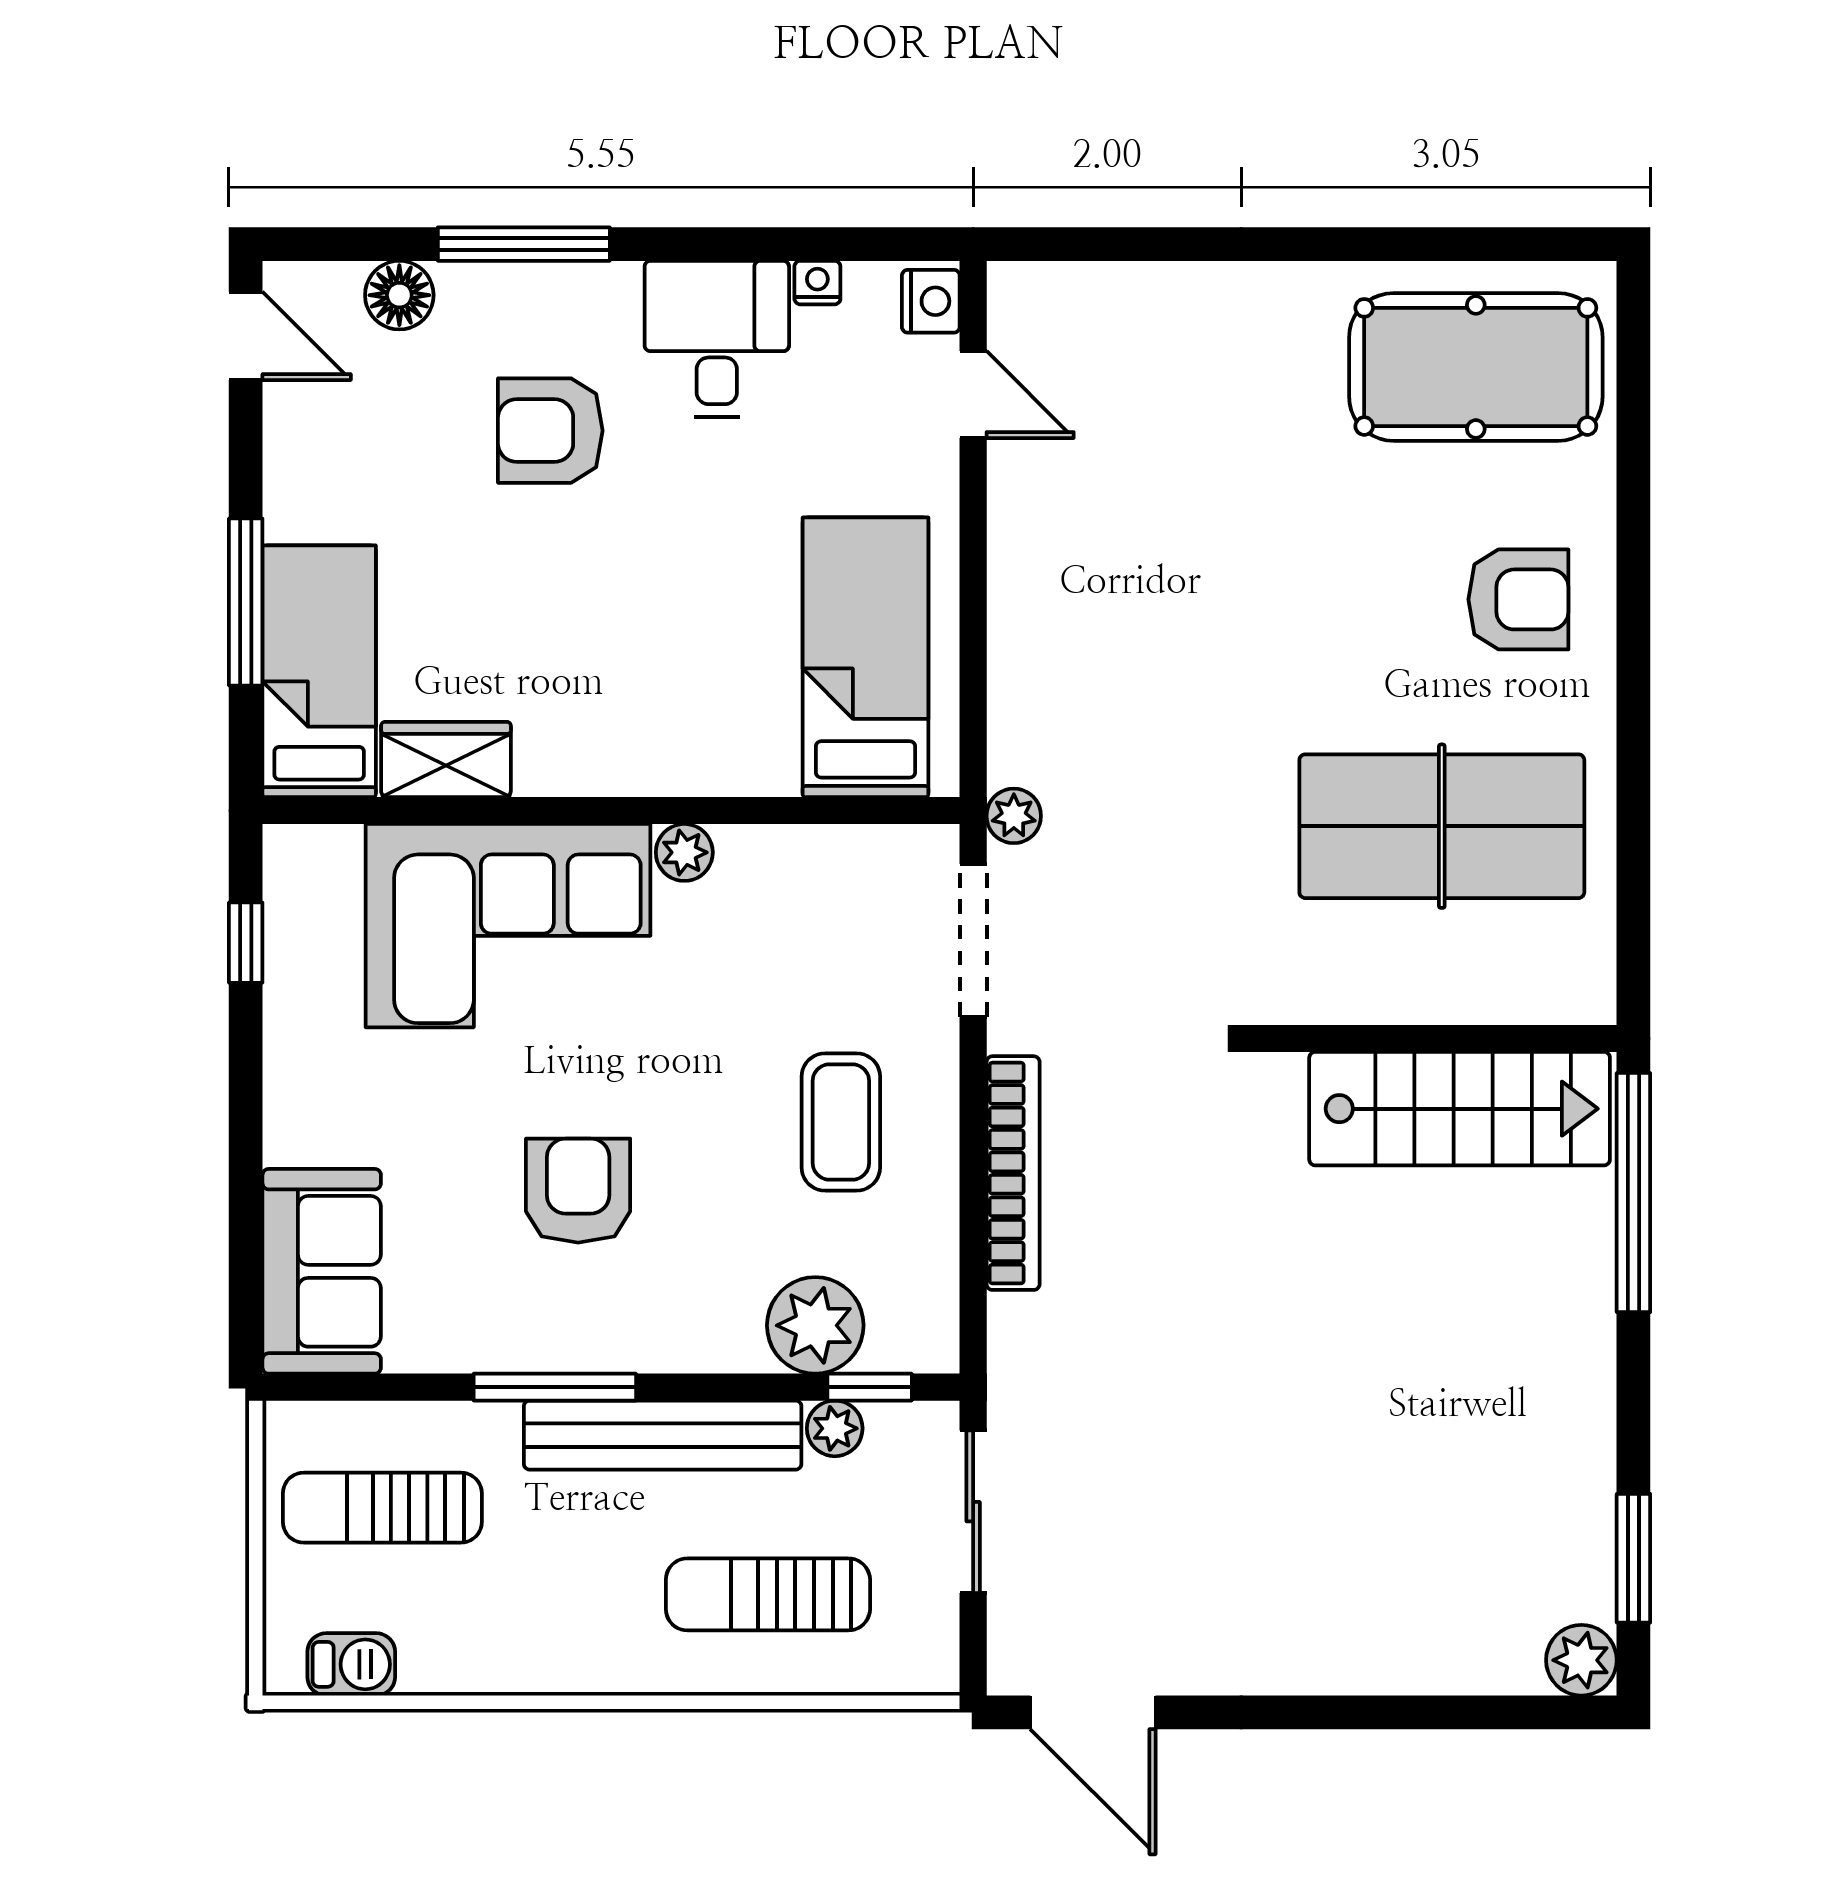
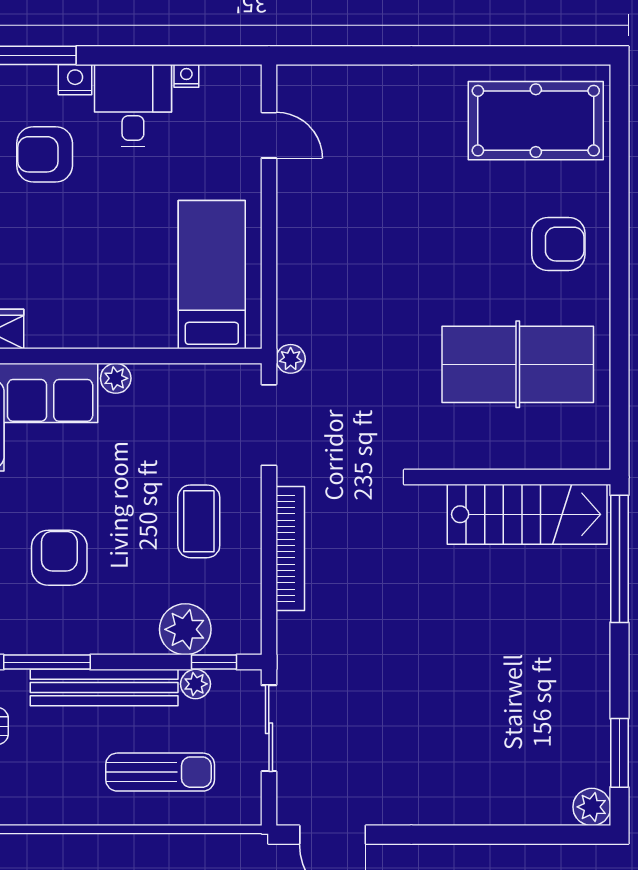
nightstand: (931, 301) -> (75, 80), moved, turned -90
sun lounger: (768, 1594) -> (160, 772), turned 180

